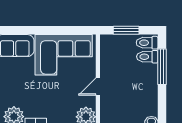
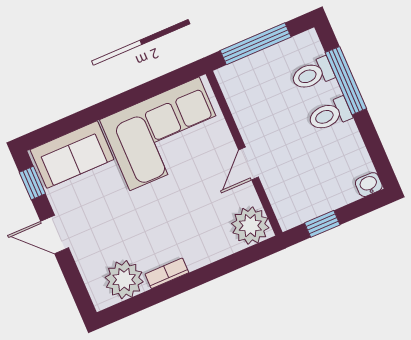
window: (126, 30) -> (256, 44), width x1.44
toilet: (147, 43) -> (330, 115), moved

